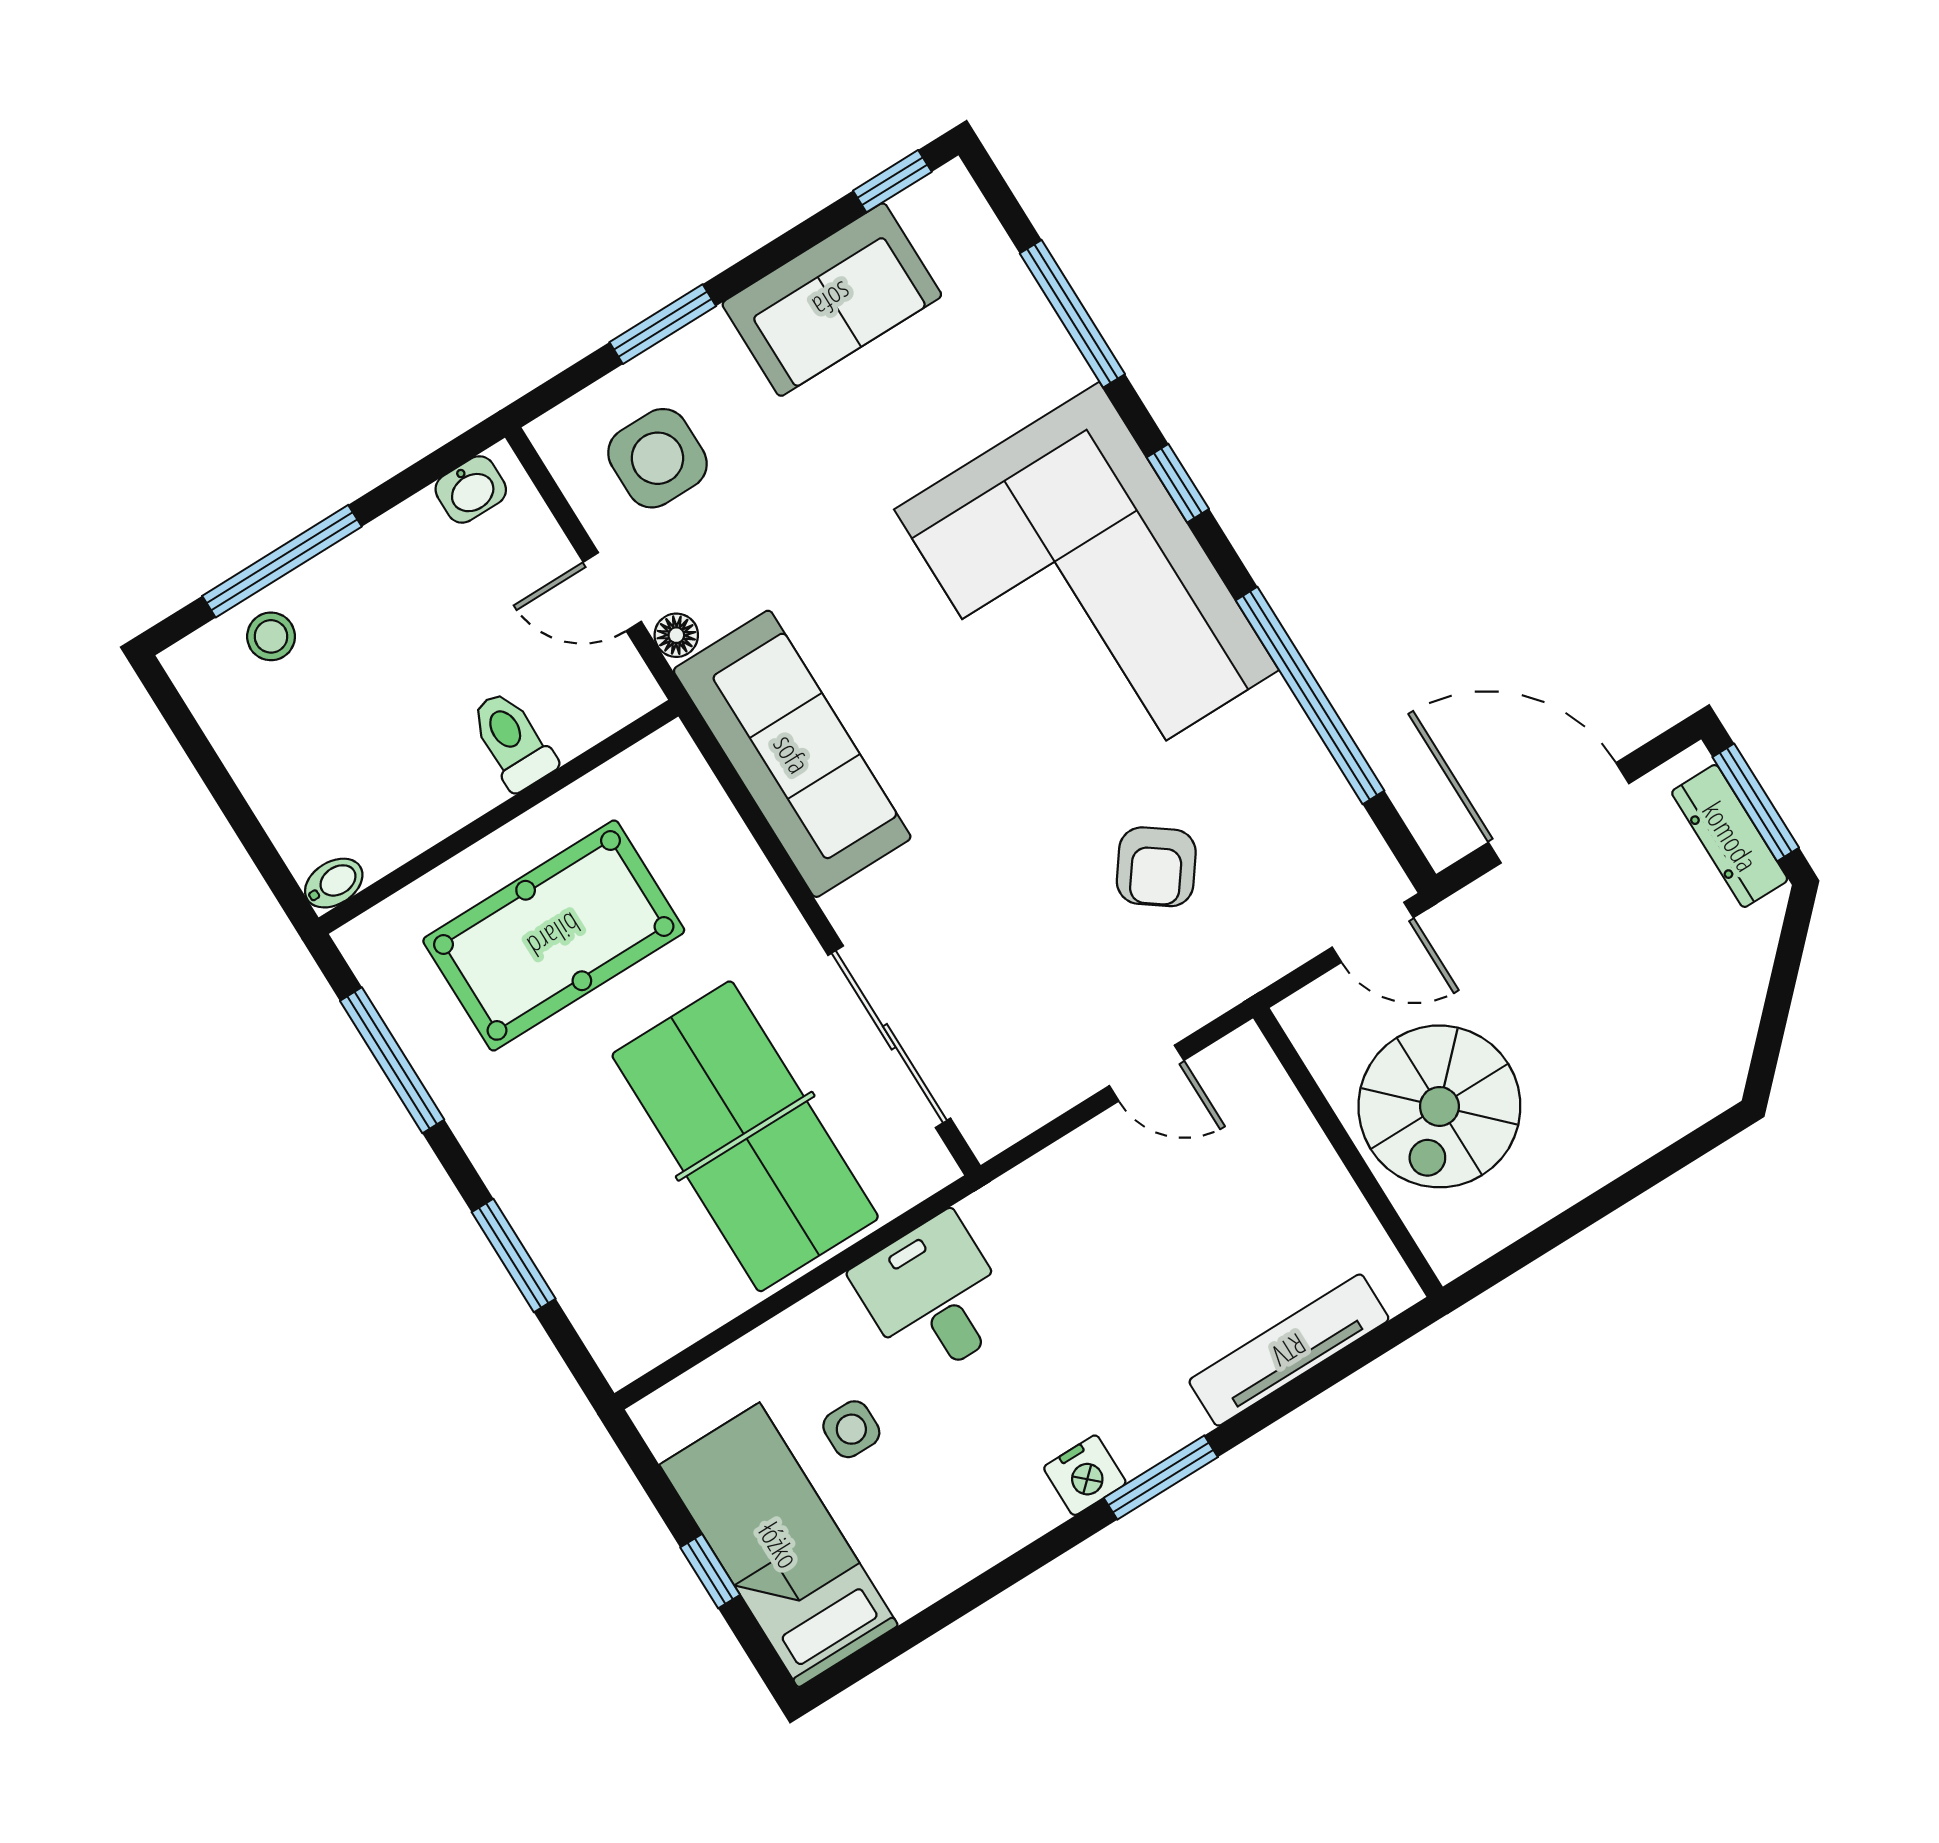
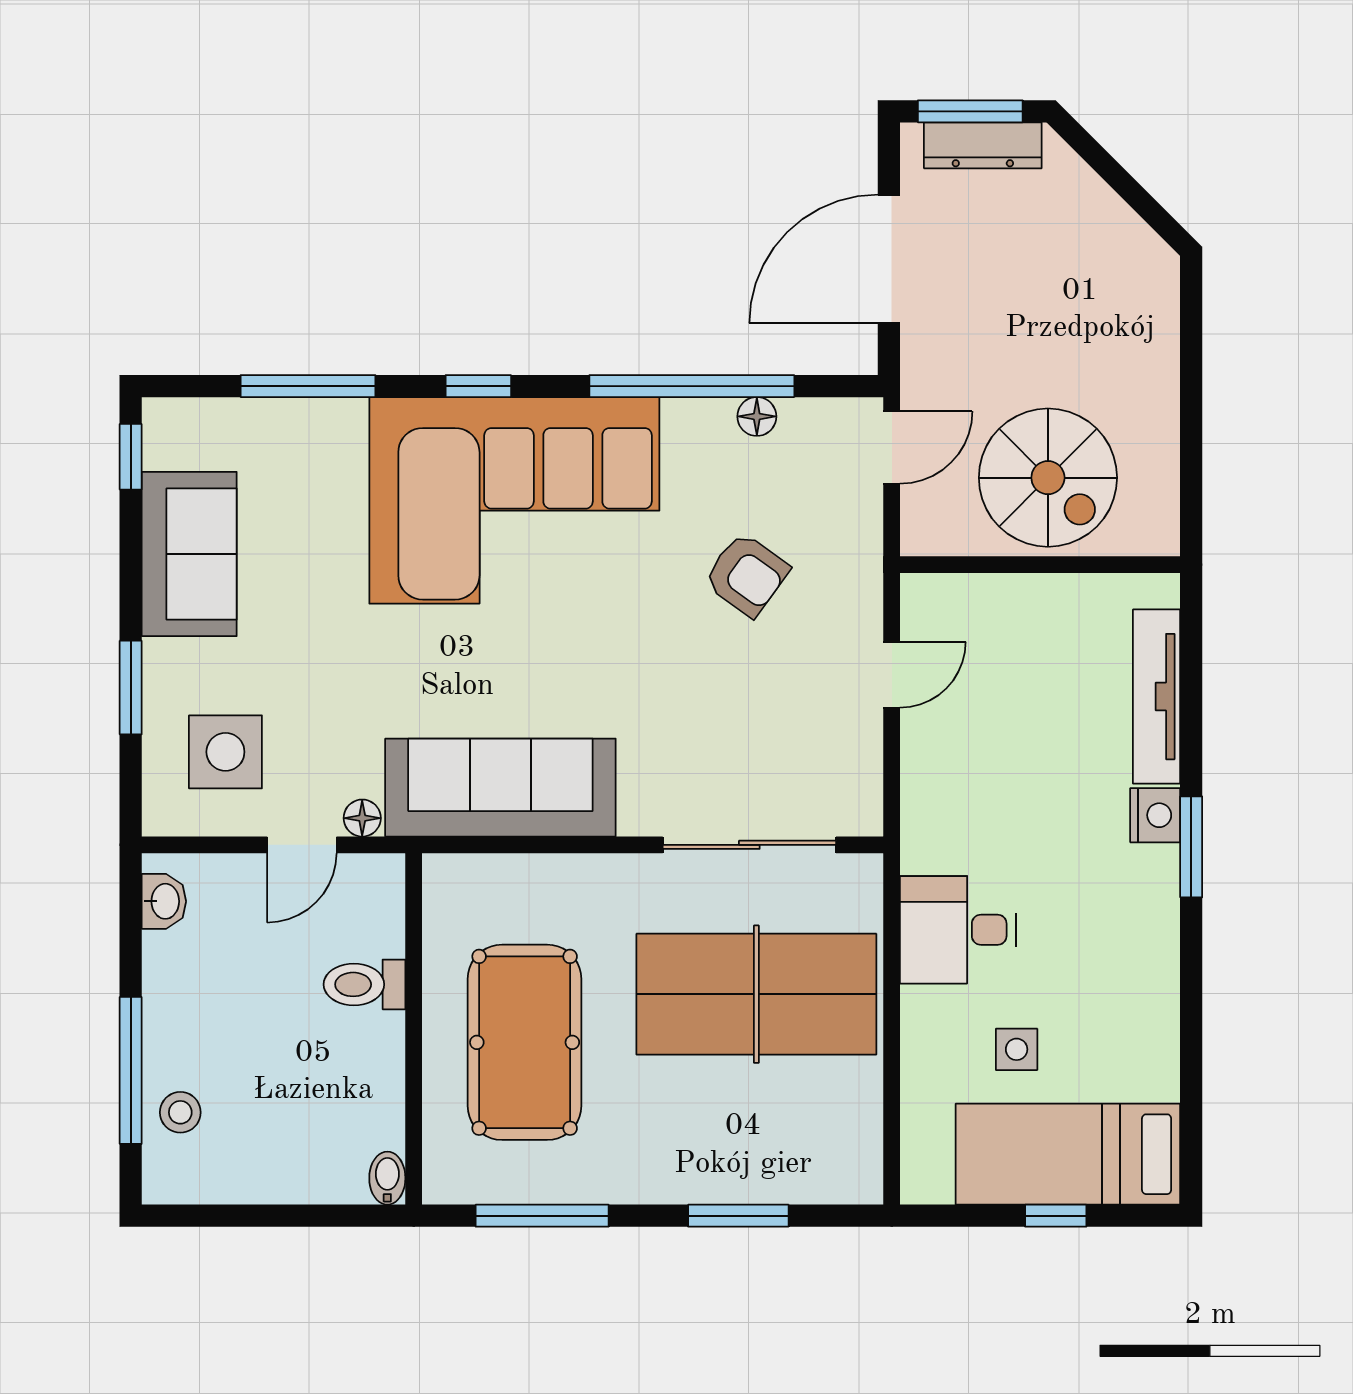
floor lamp: (1320, 779) -> (757, 416), added
nightstand: (1085, 1475) -> (1155, 815), moved

